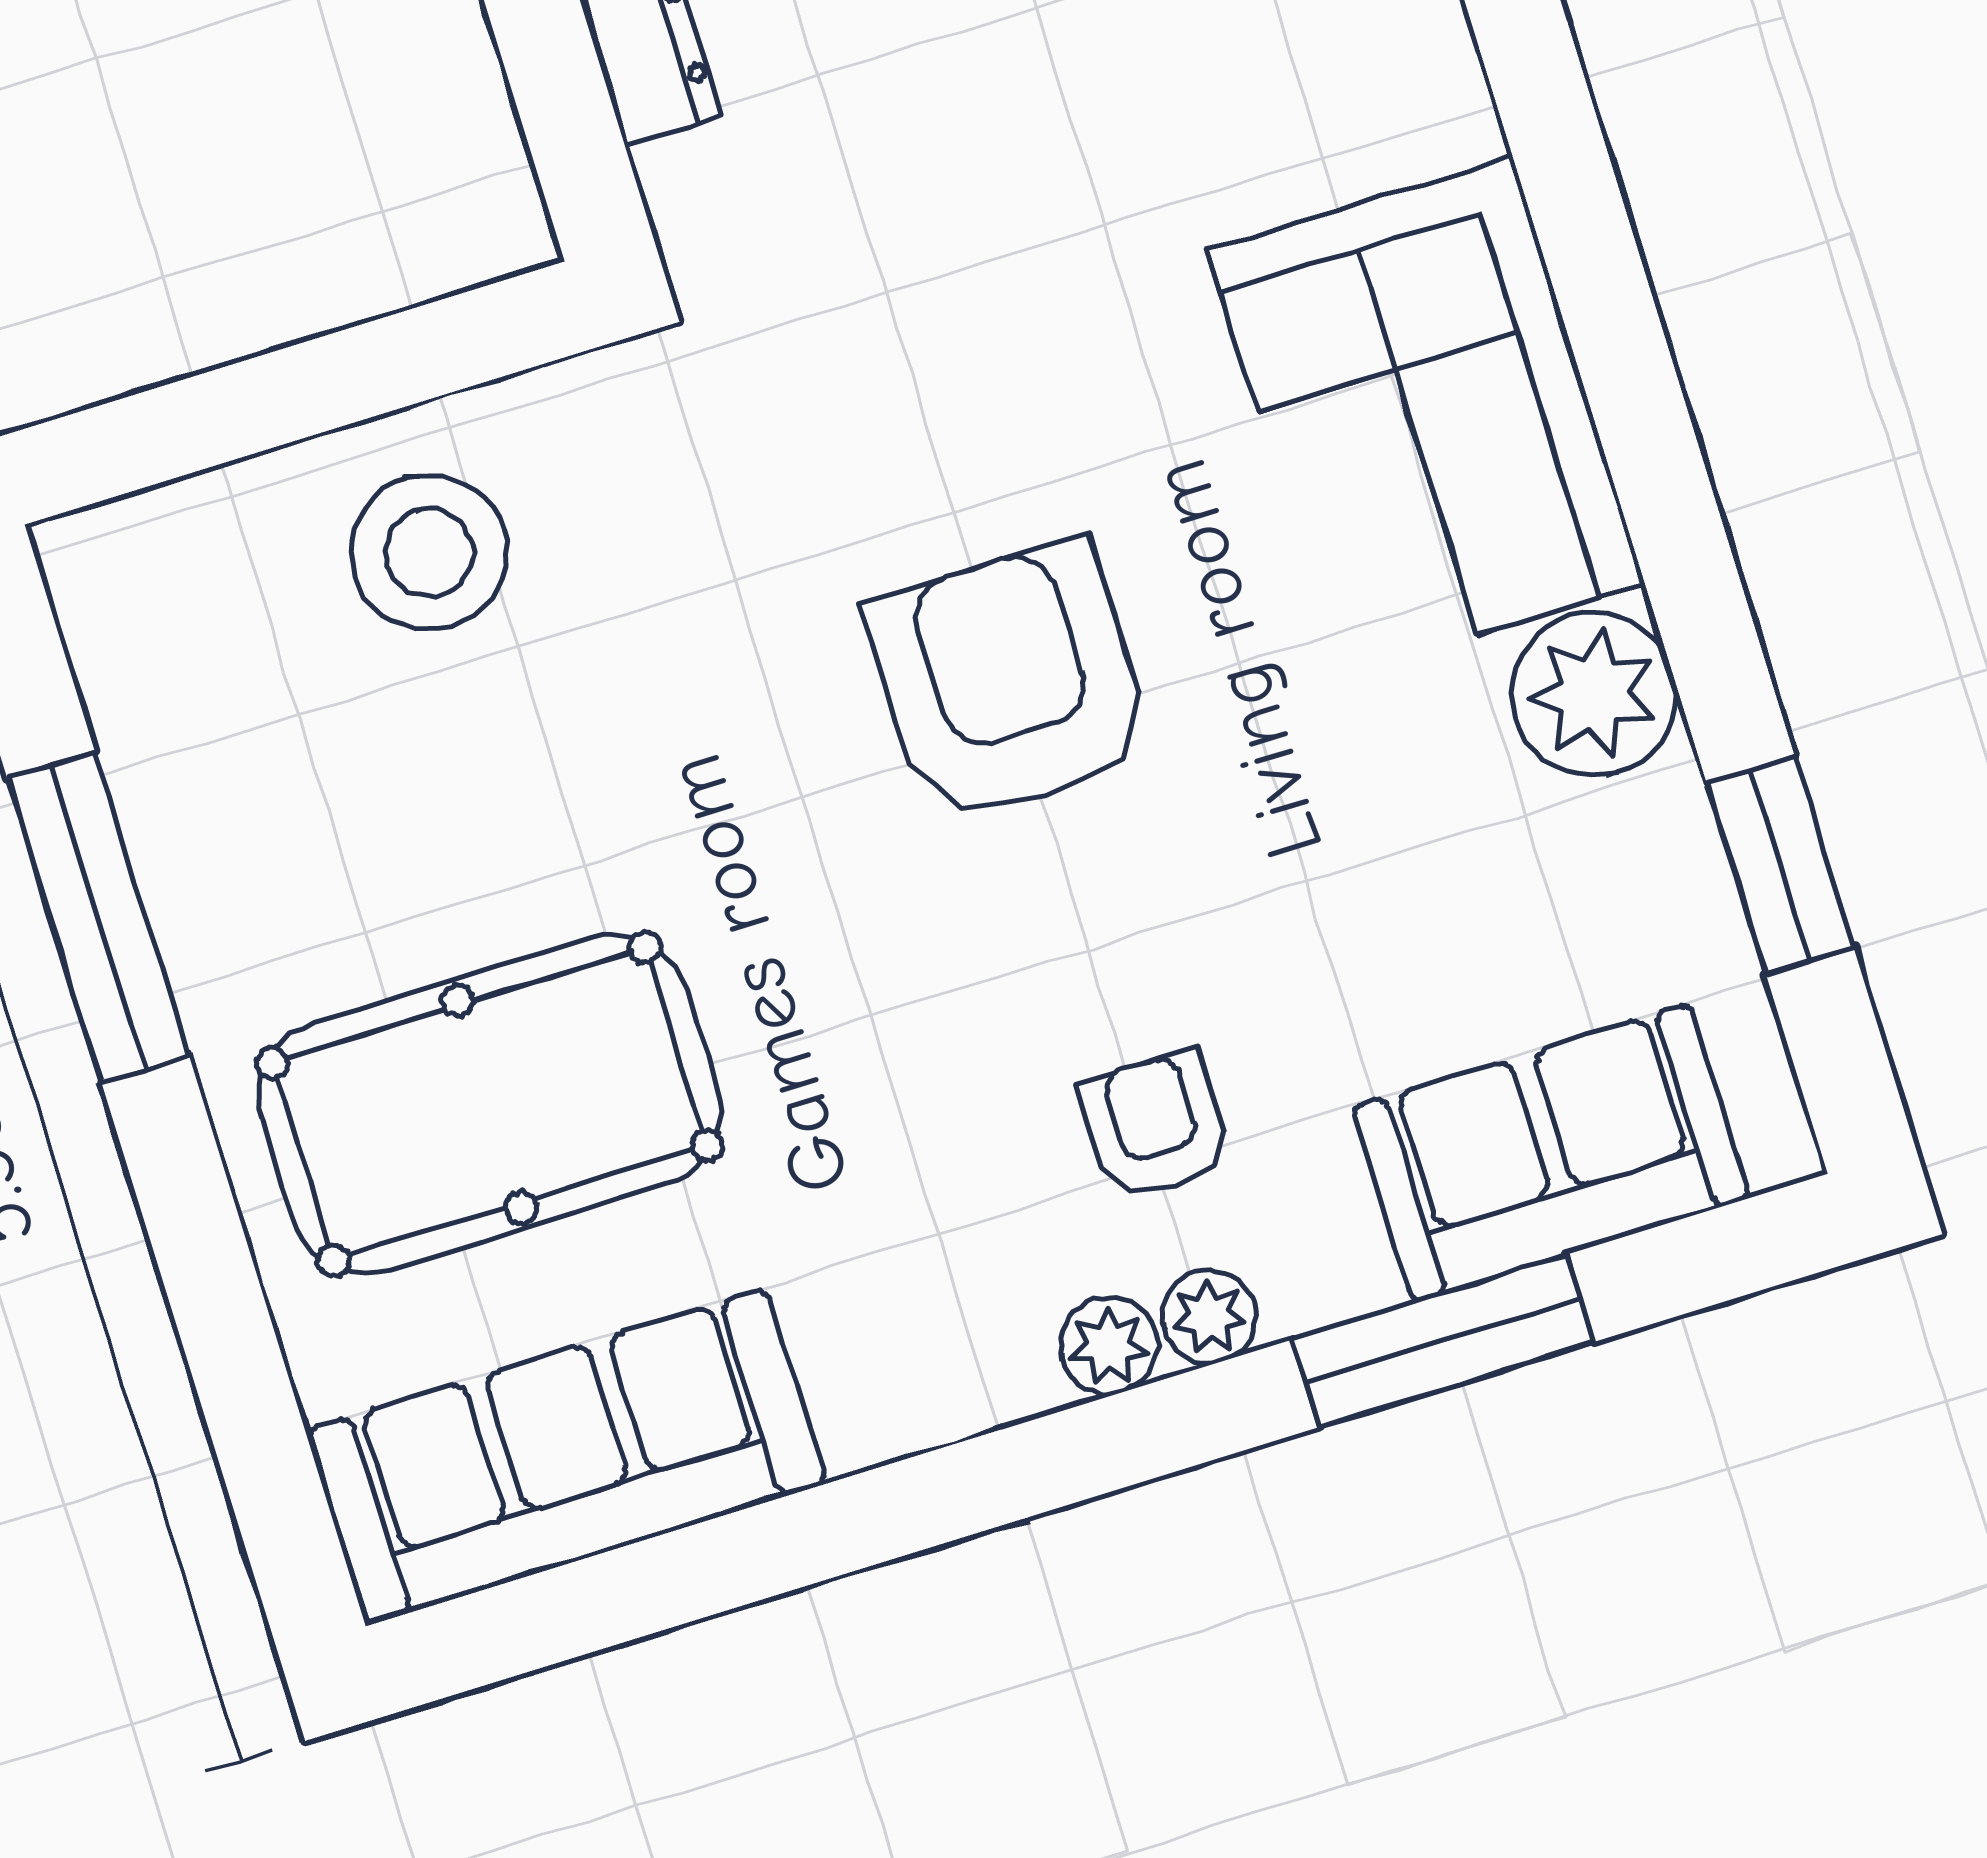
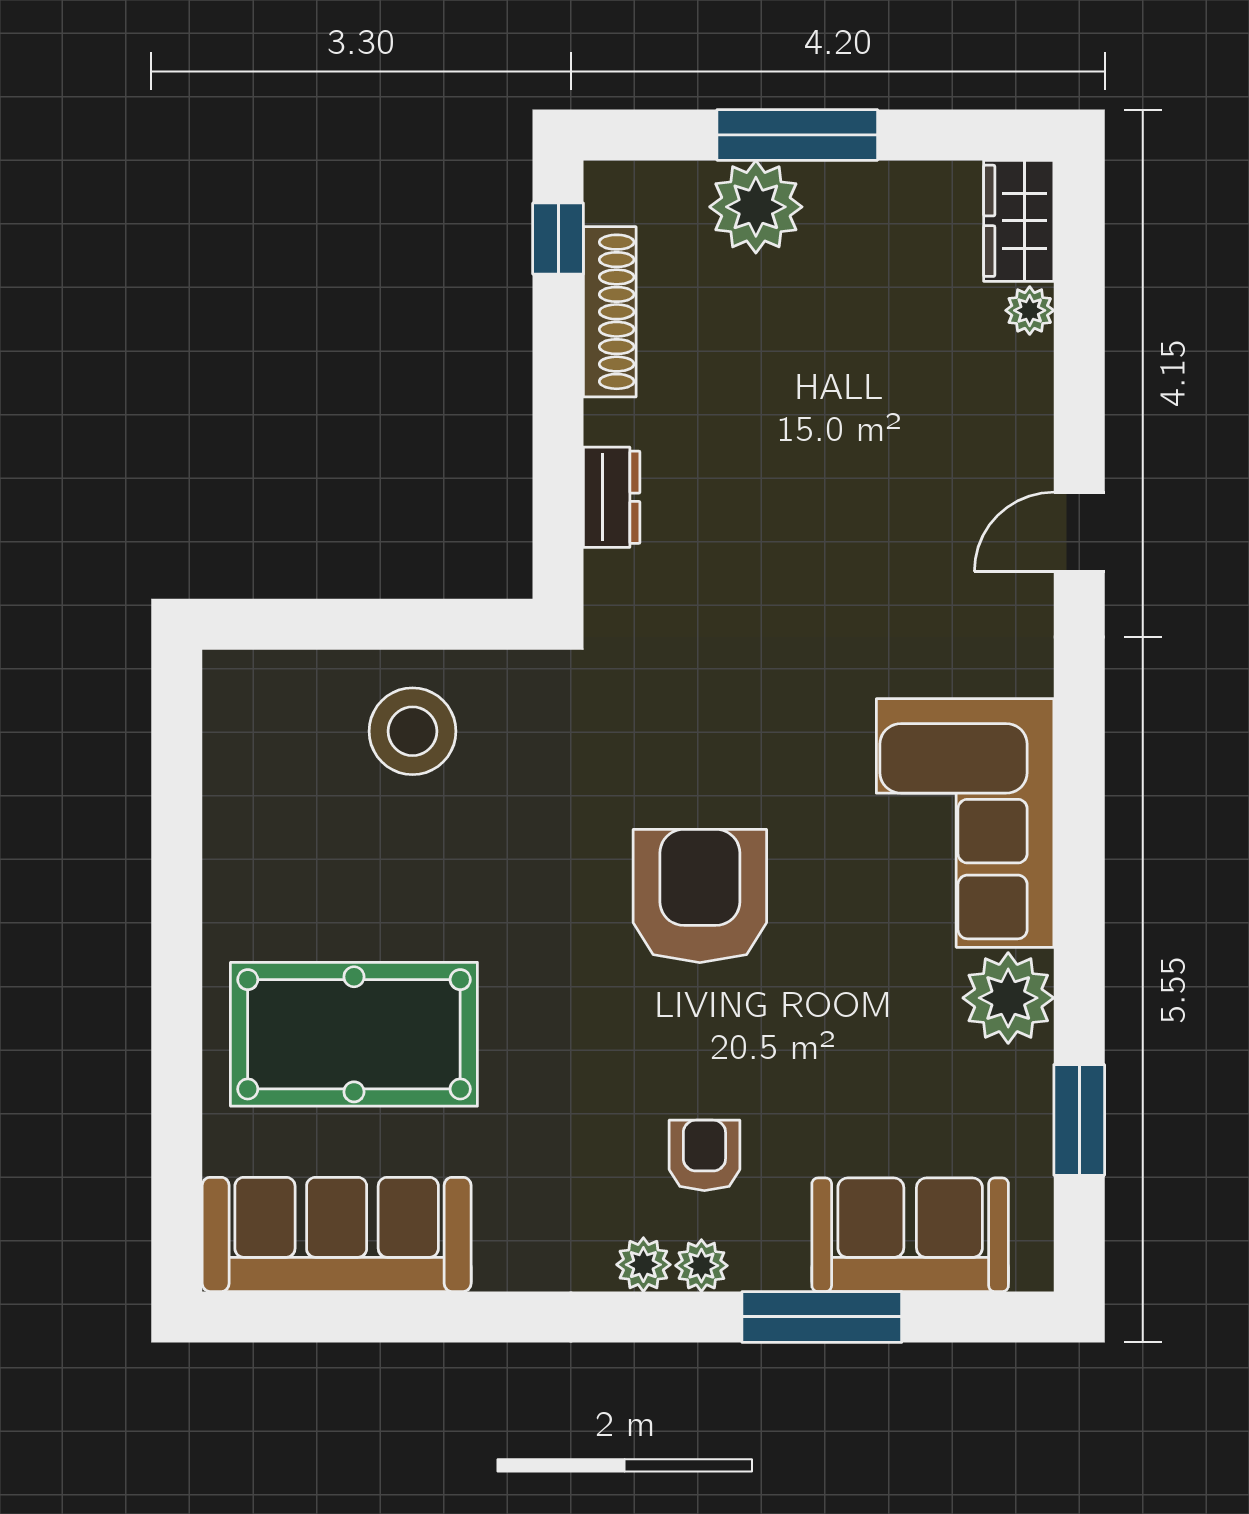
window: (98, 917) -> (177, 870), removed

